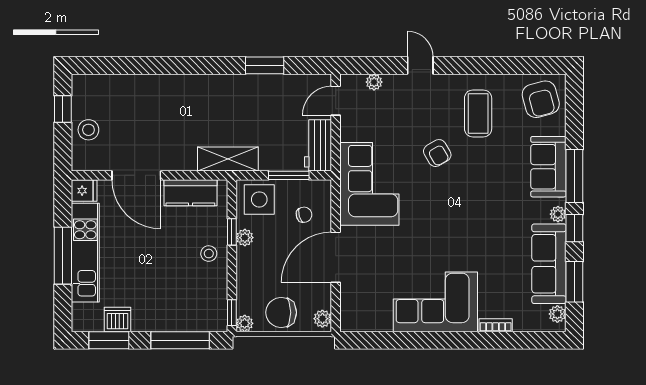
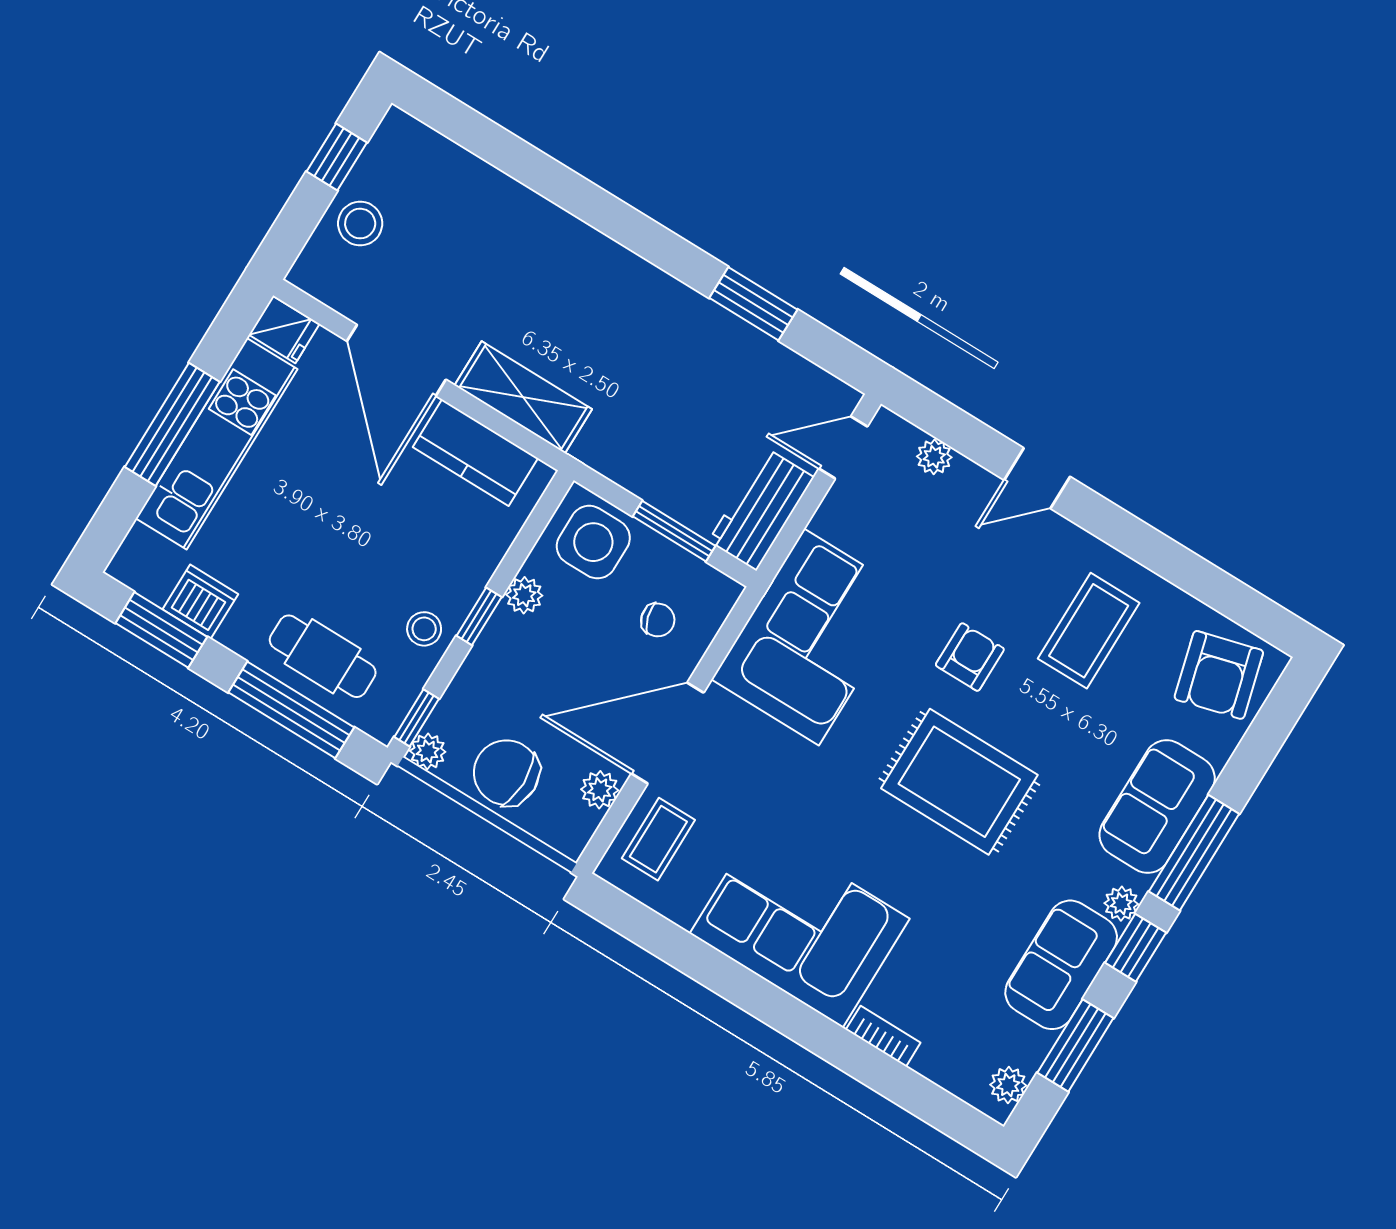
door: (420, 65) -> (1037, 478), swing flipped
armchair: (437, 153) -> (970, 657), turned -150
shelving: (228, 159) -> (523, 397), moved
rug: (464, 205) -> (959, 782), added
window: (232, 232) -> (479, 616), moved
stool: (209, 254) -> (424, 629), moved
sofa: (549, 264) -> (1061, 965), width x0.73
coffee table: (358, 302) -> (658, 839), added
cafe table: (180, 311) -> (323, 656), added
plant: (322, 319) -> (600, 790), moved

